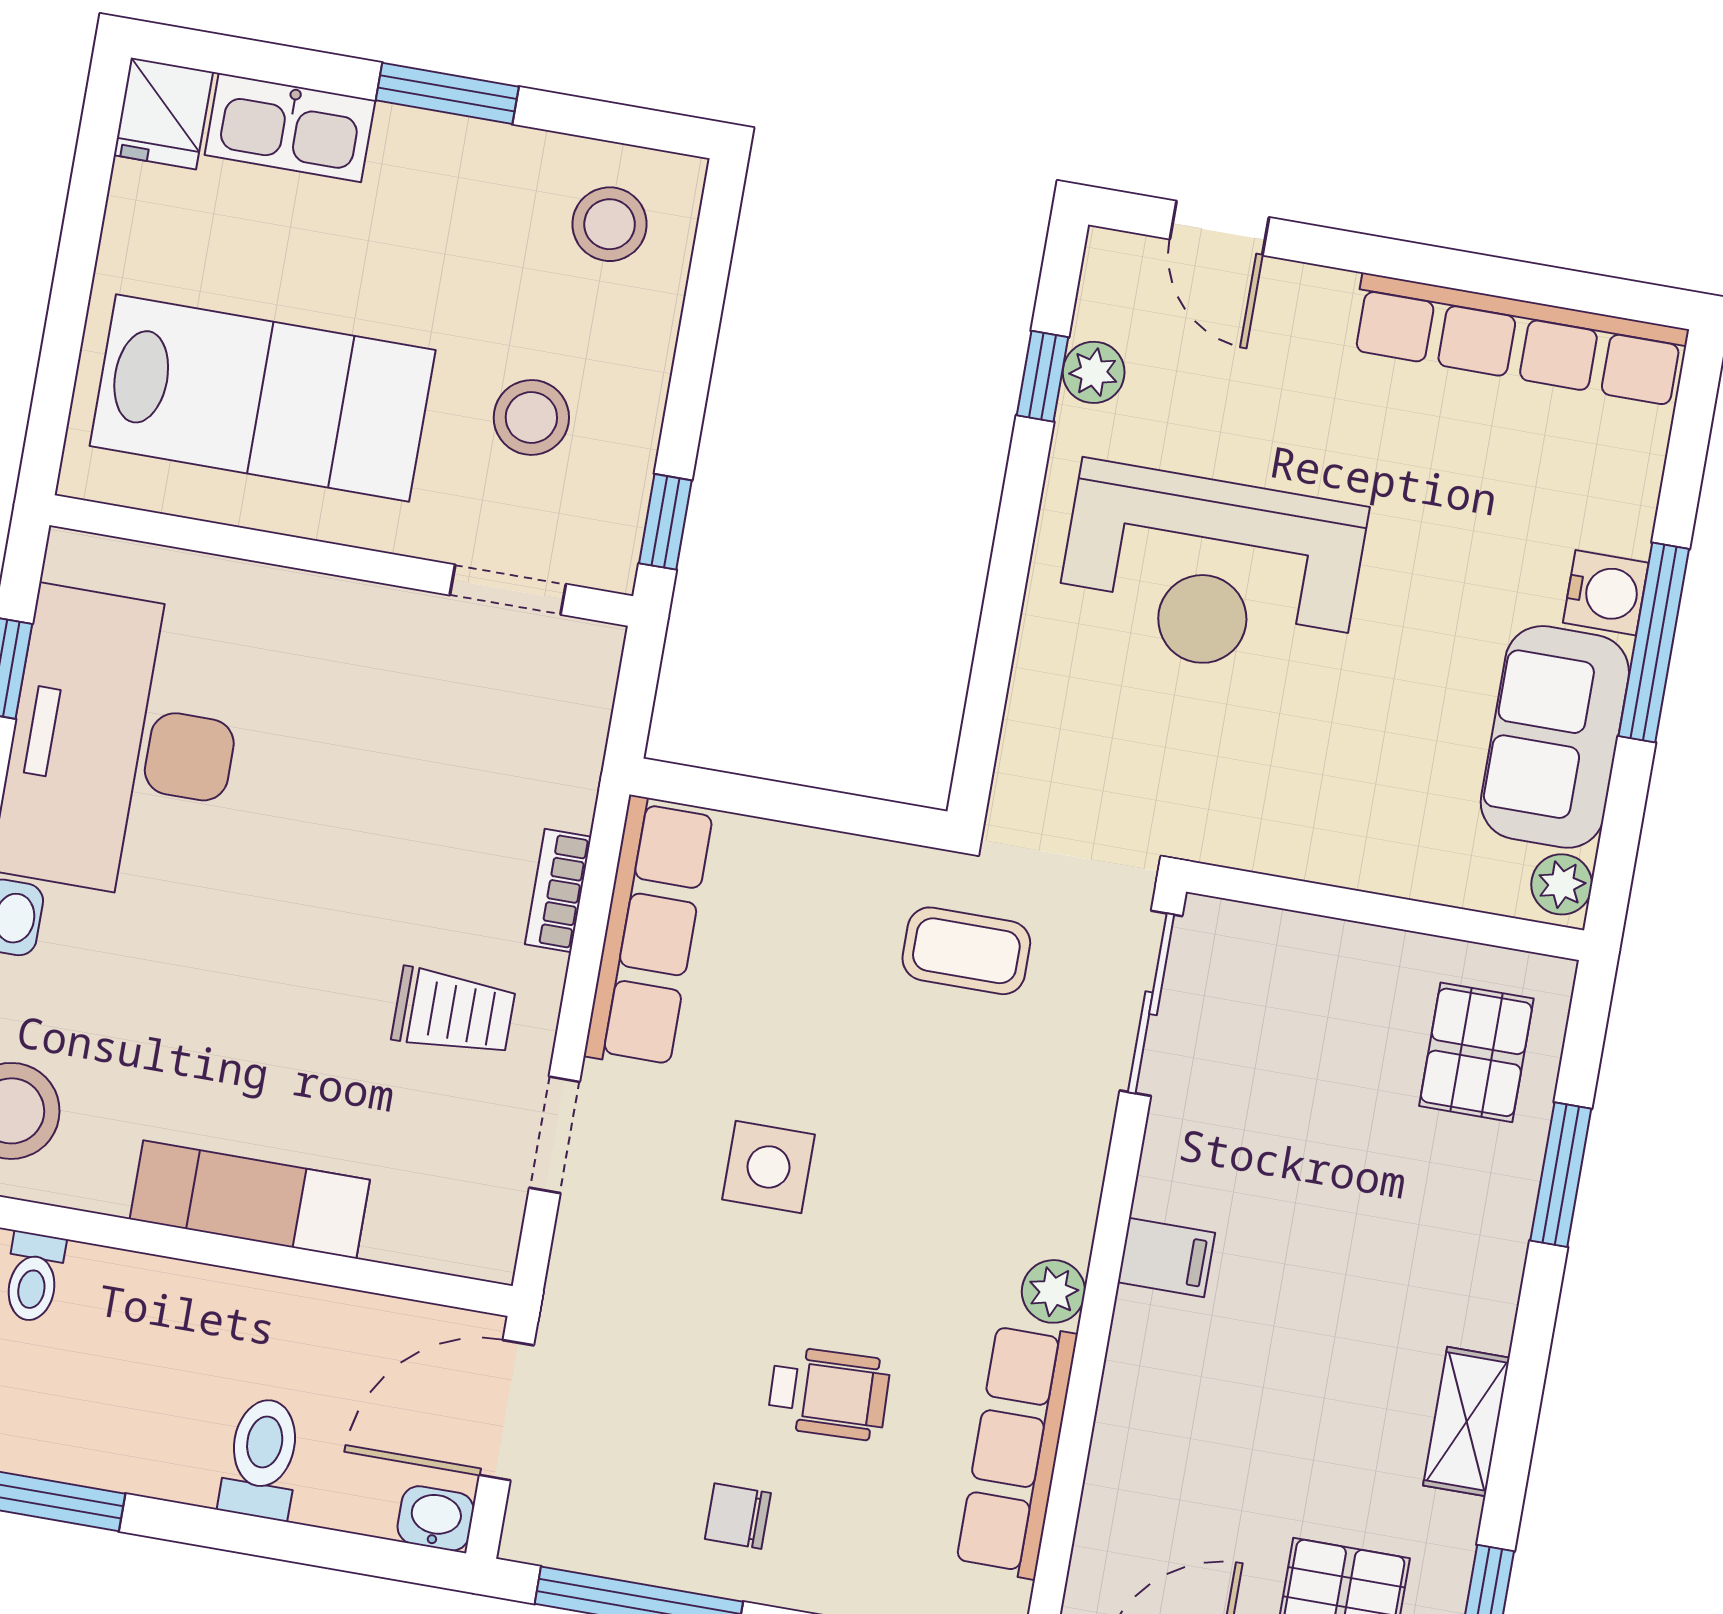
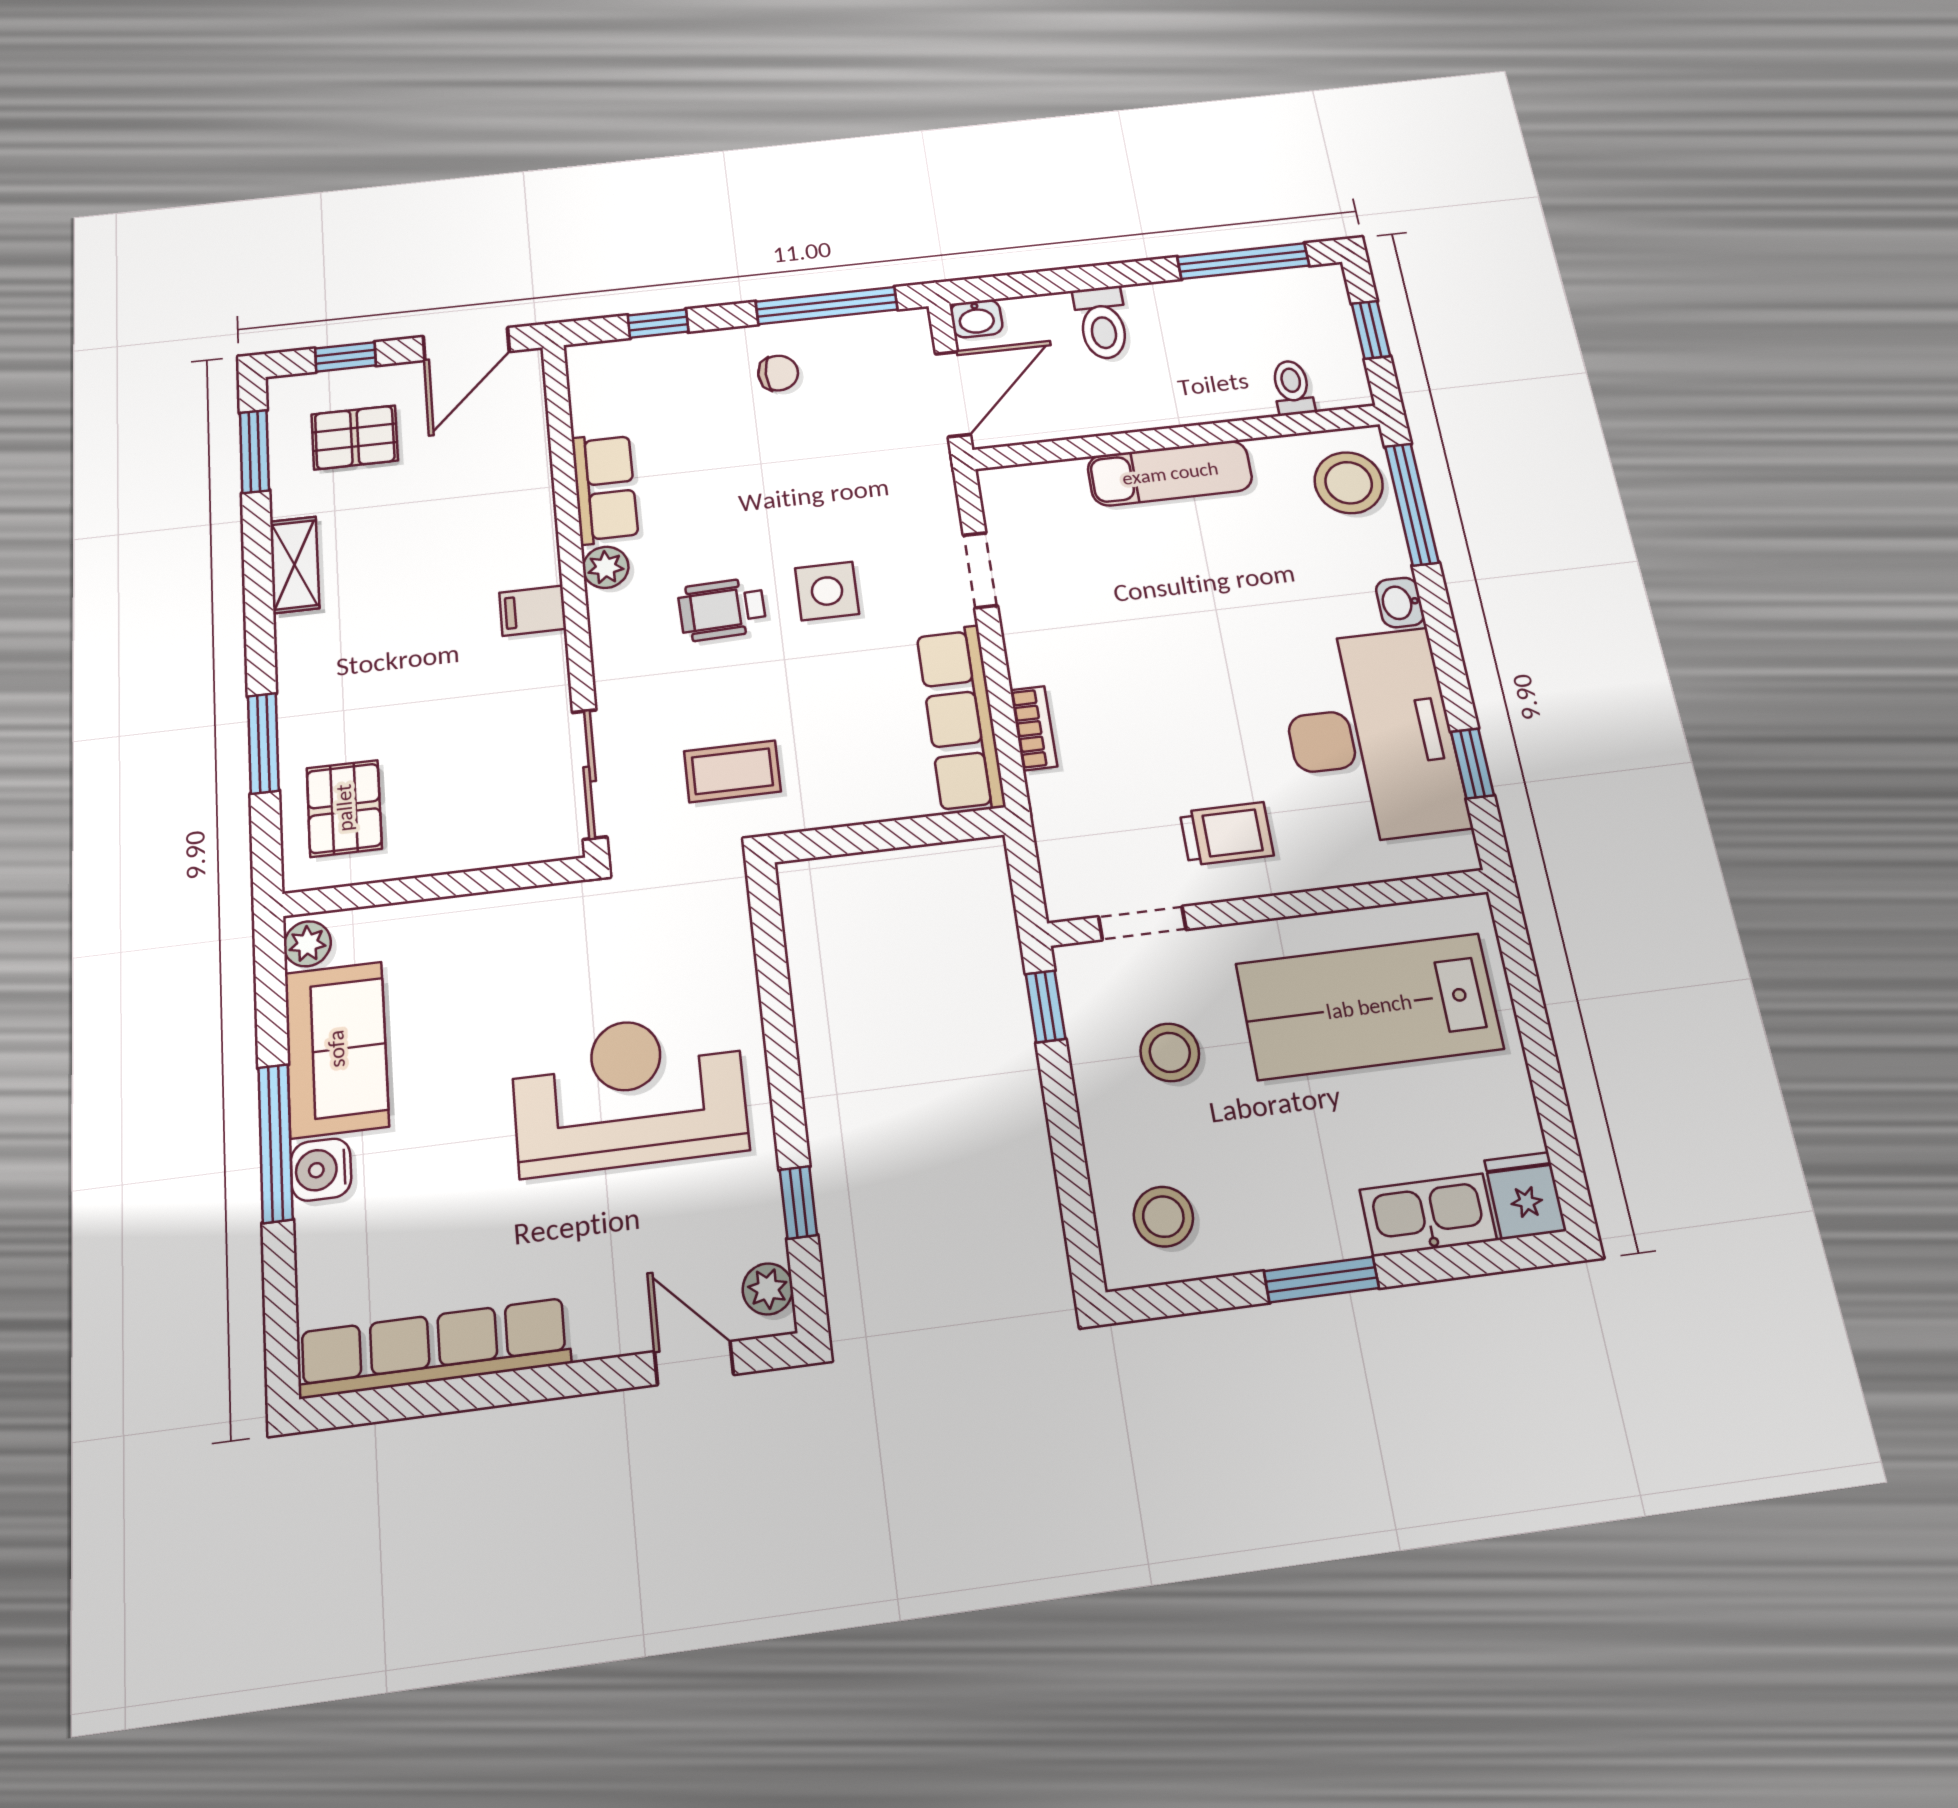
plant: (1094, 372) -> (768, 1289), moved
trolley: (454, 1012) -> (1227, 834), moved, turned 180
wheelchair: (829, 1393) -> (722, 609), moved
row of seats: (1017, 1450) -> (605, 488), width x0.68

